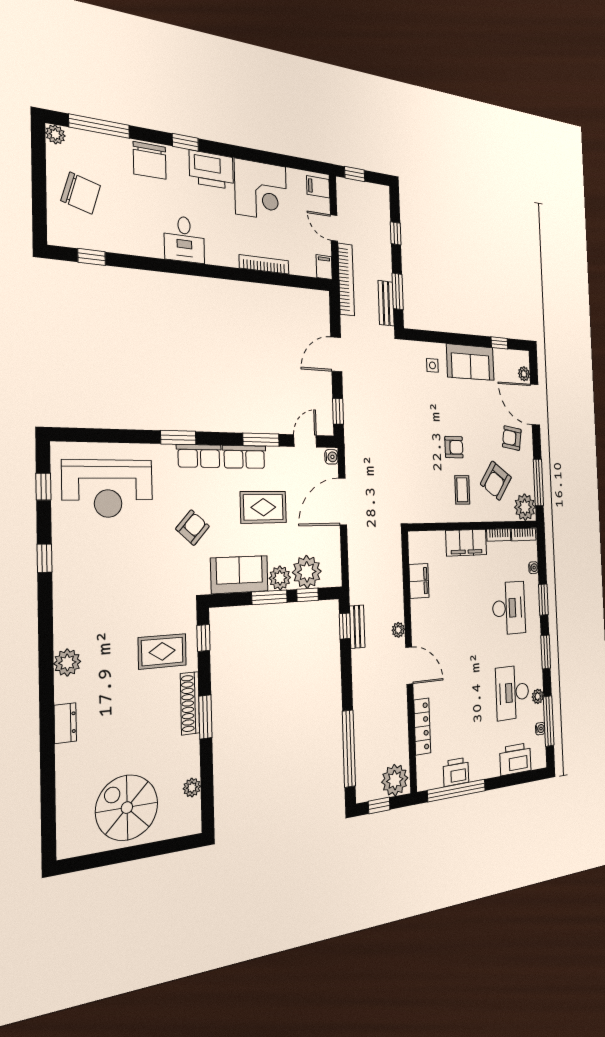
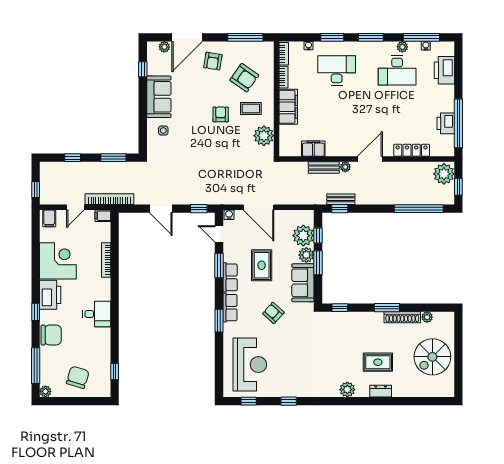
bench: (386, 303) -> (324, 168), moved
plant: (525, 507) -> (264, 136), moved
rug: (162, 651) -> (378, 362), moved, turned 90
shoe rack: (190, 703) -> (402, 317), moved

